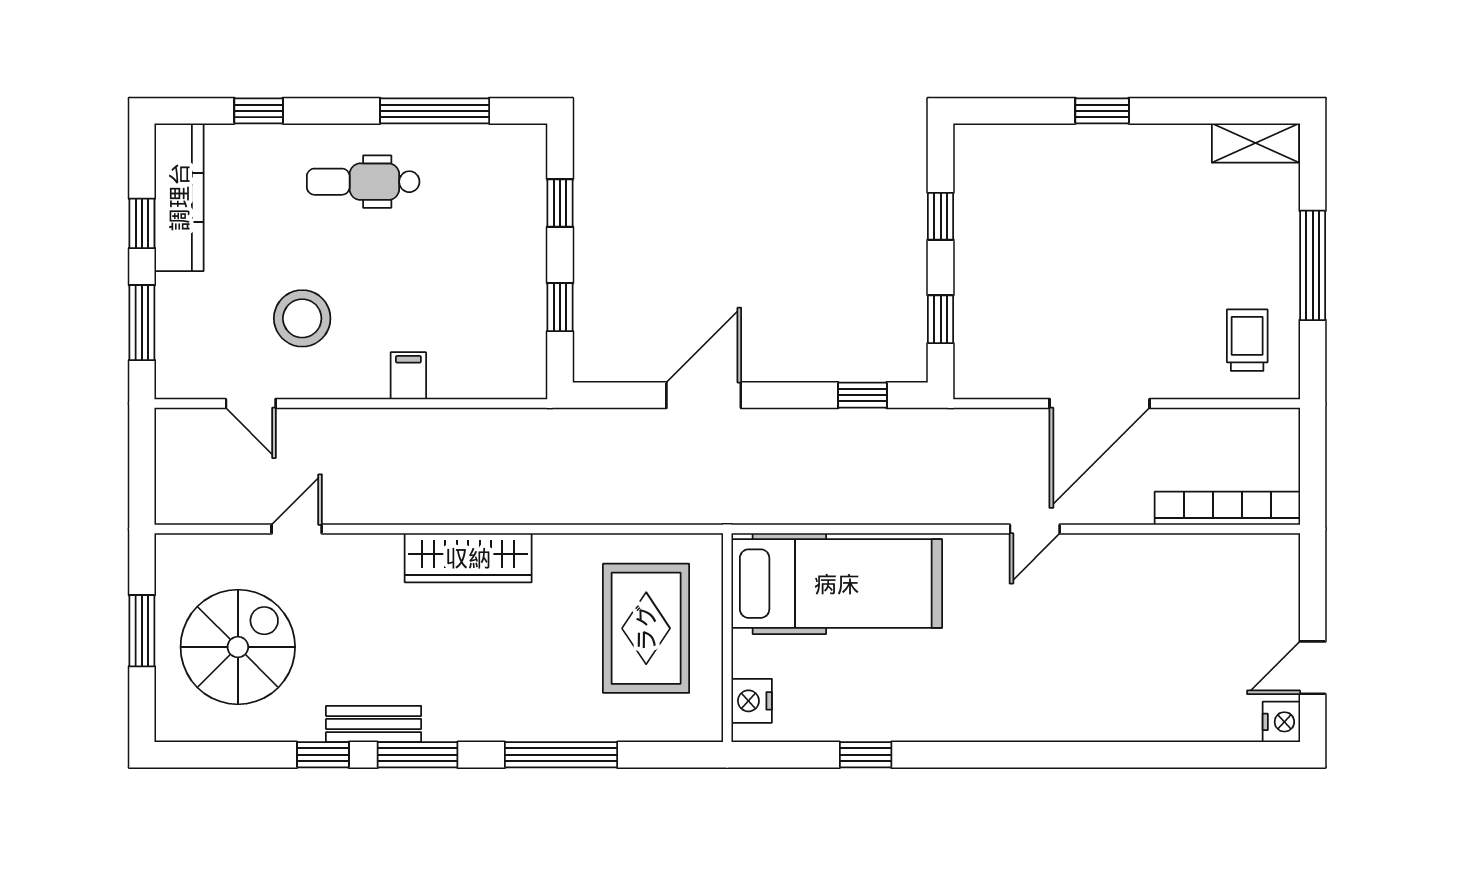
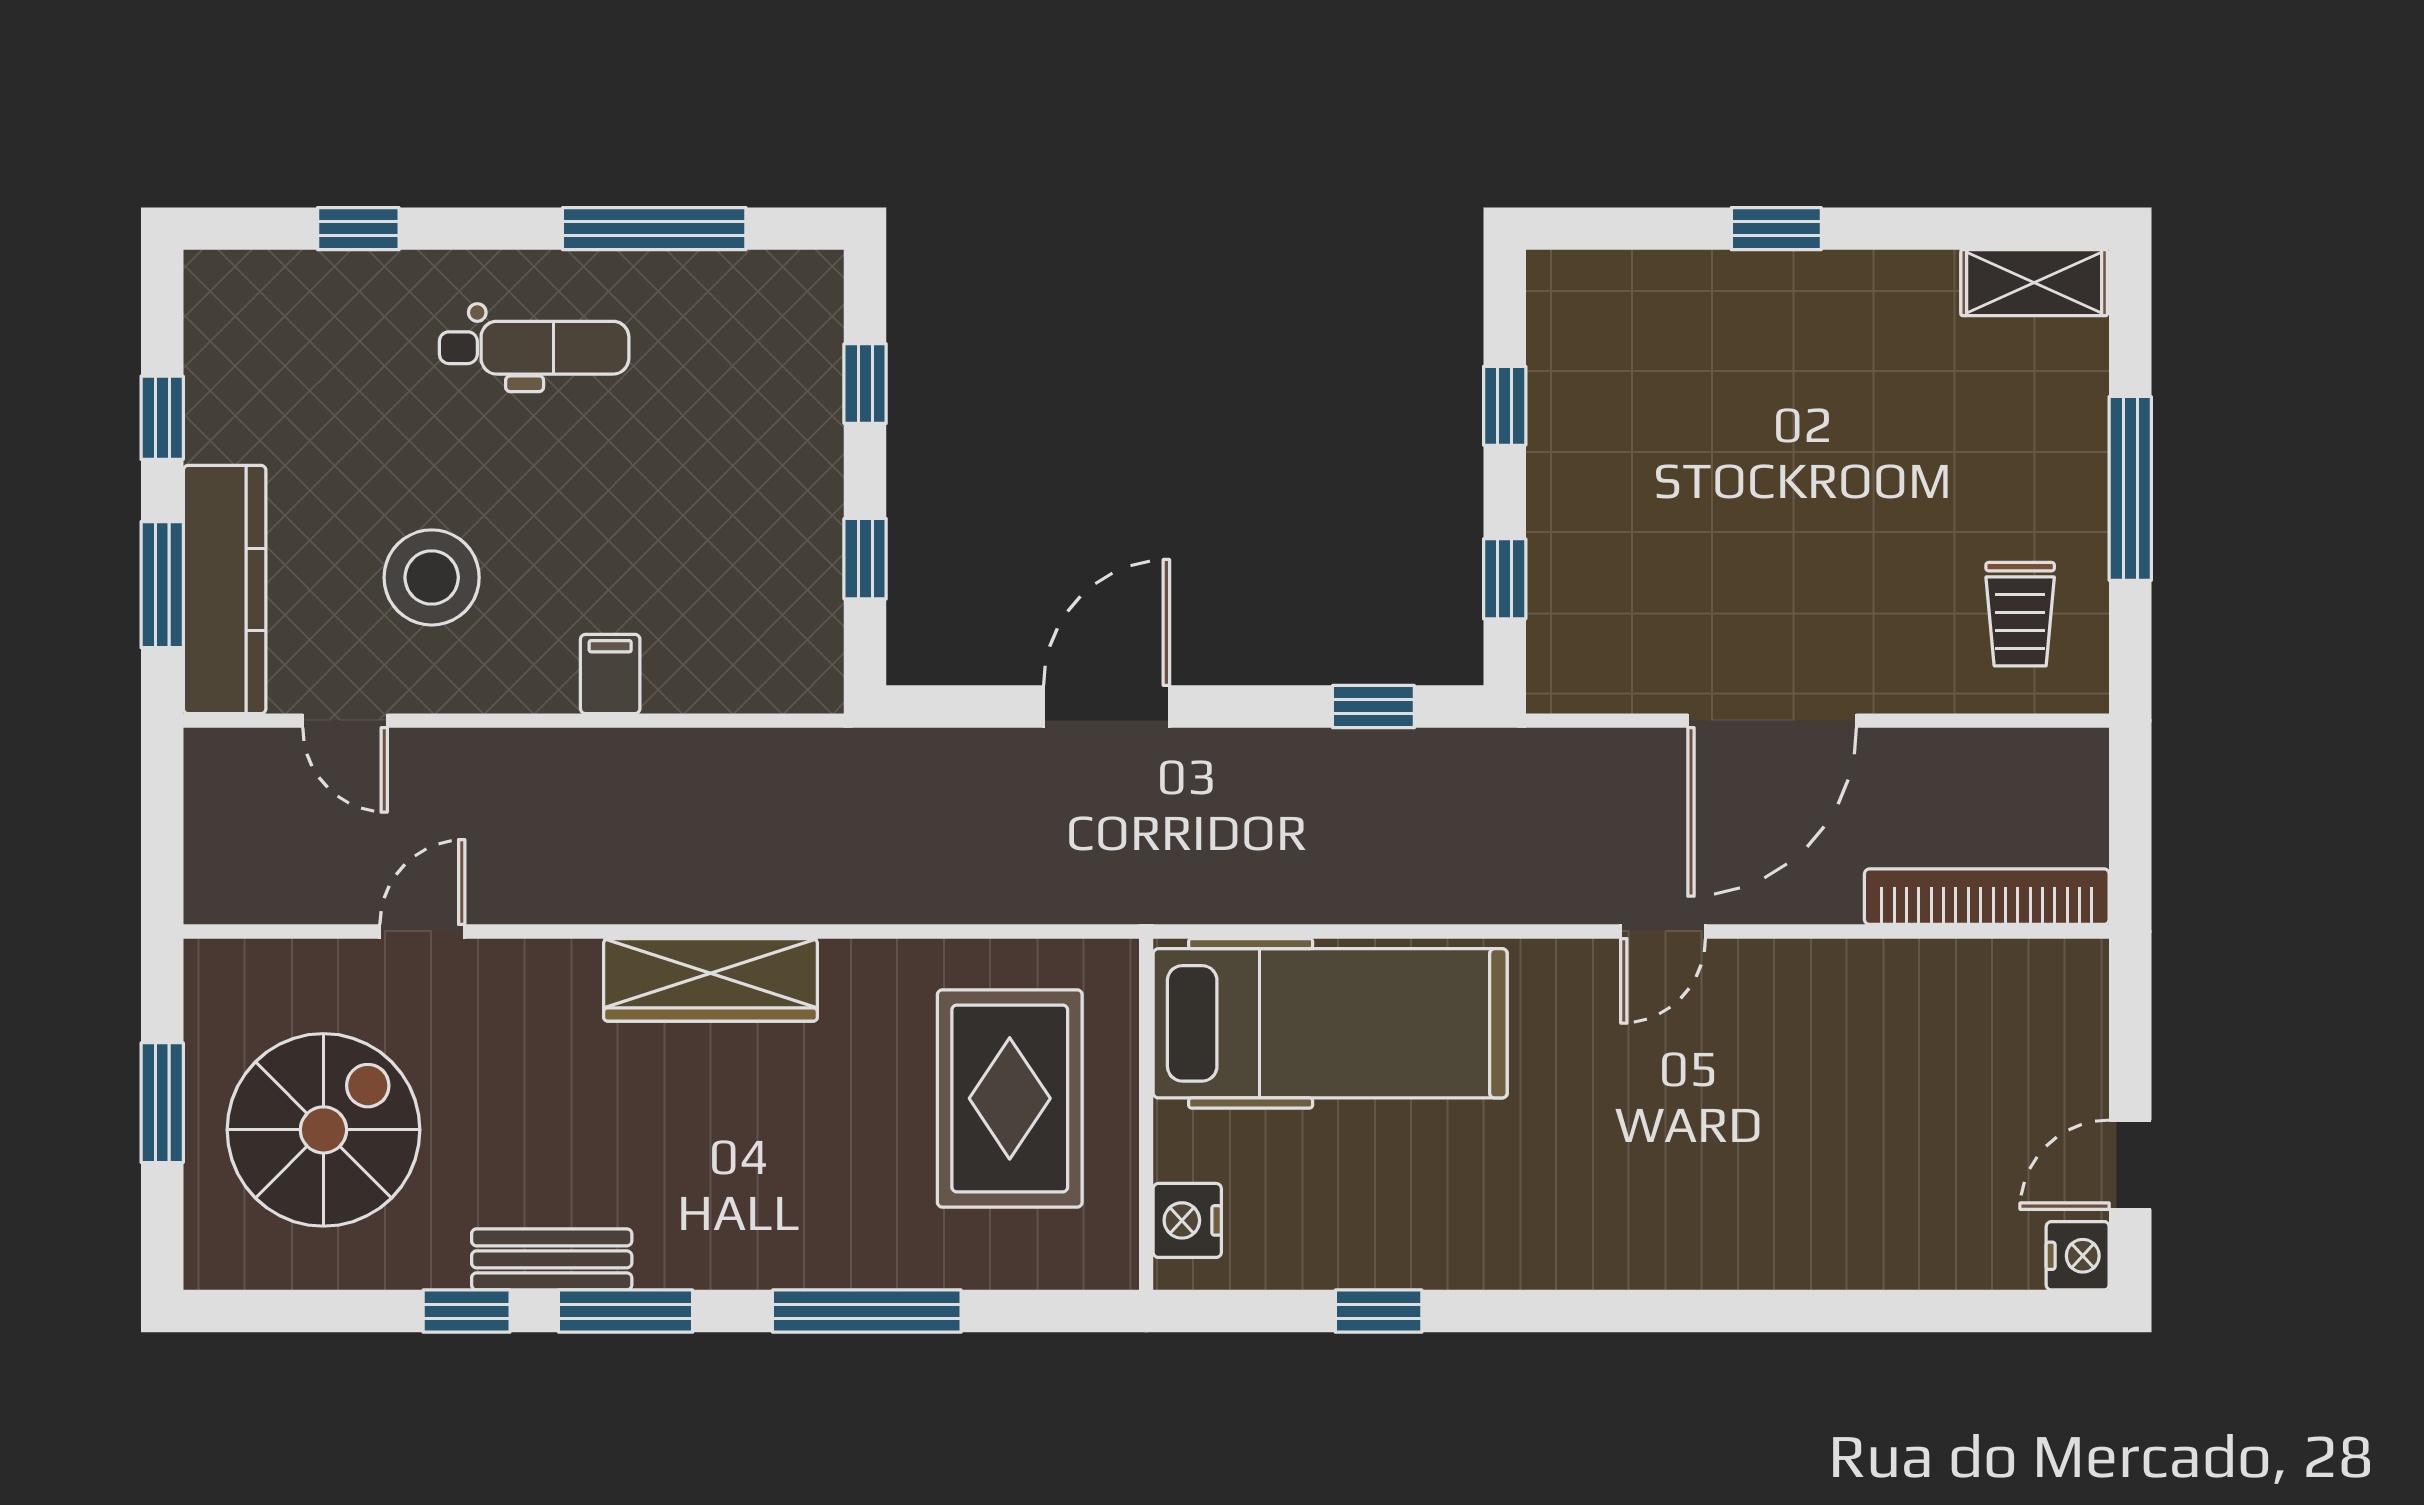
dental chair: (363, 182) -> (534, 348), turned 180
kitchen counter: (179, 197) -> (225, 589), moved
trolley: (1247, 340) -> (2020, 614), turned 180

